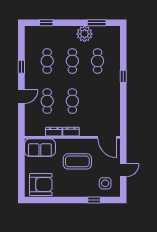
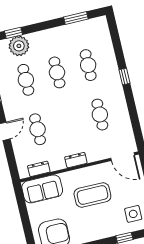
plant: (85, 34) -> (19, 46), moved
cafe table: (72, 101) -> (100, 115), moved
dresser: (54, 132) -> (39, 169), moved

